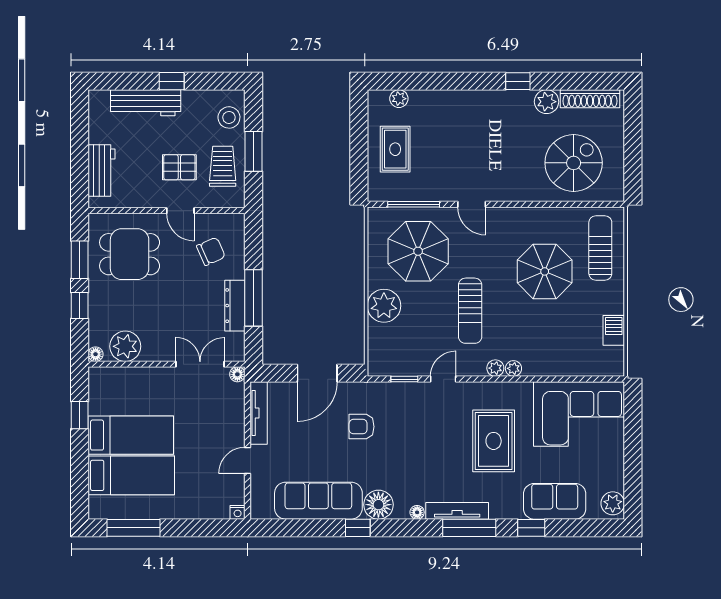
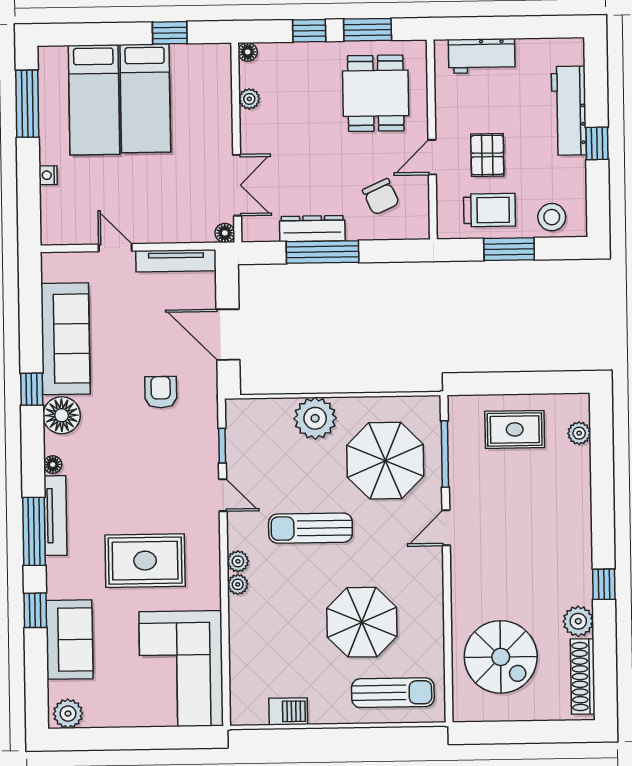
plant: (125, 346) -> (249, 99), width x0.53, depth x0.53
nightstand: (238, 512) -> (48, 175), moved

